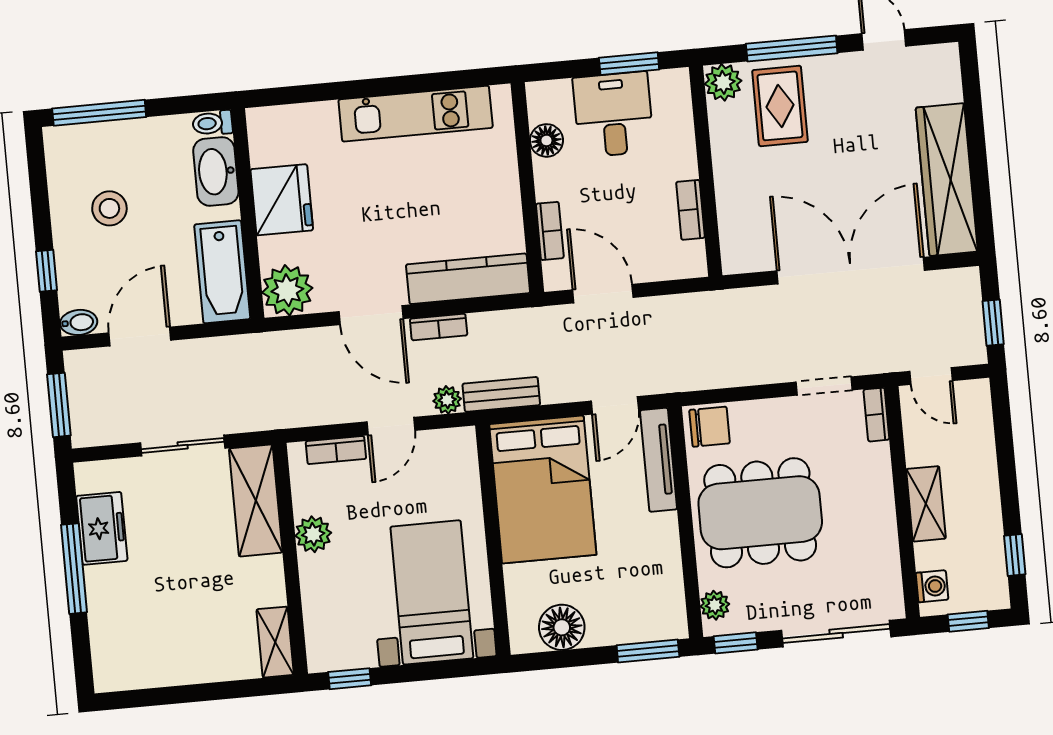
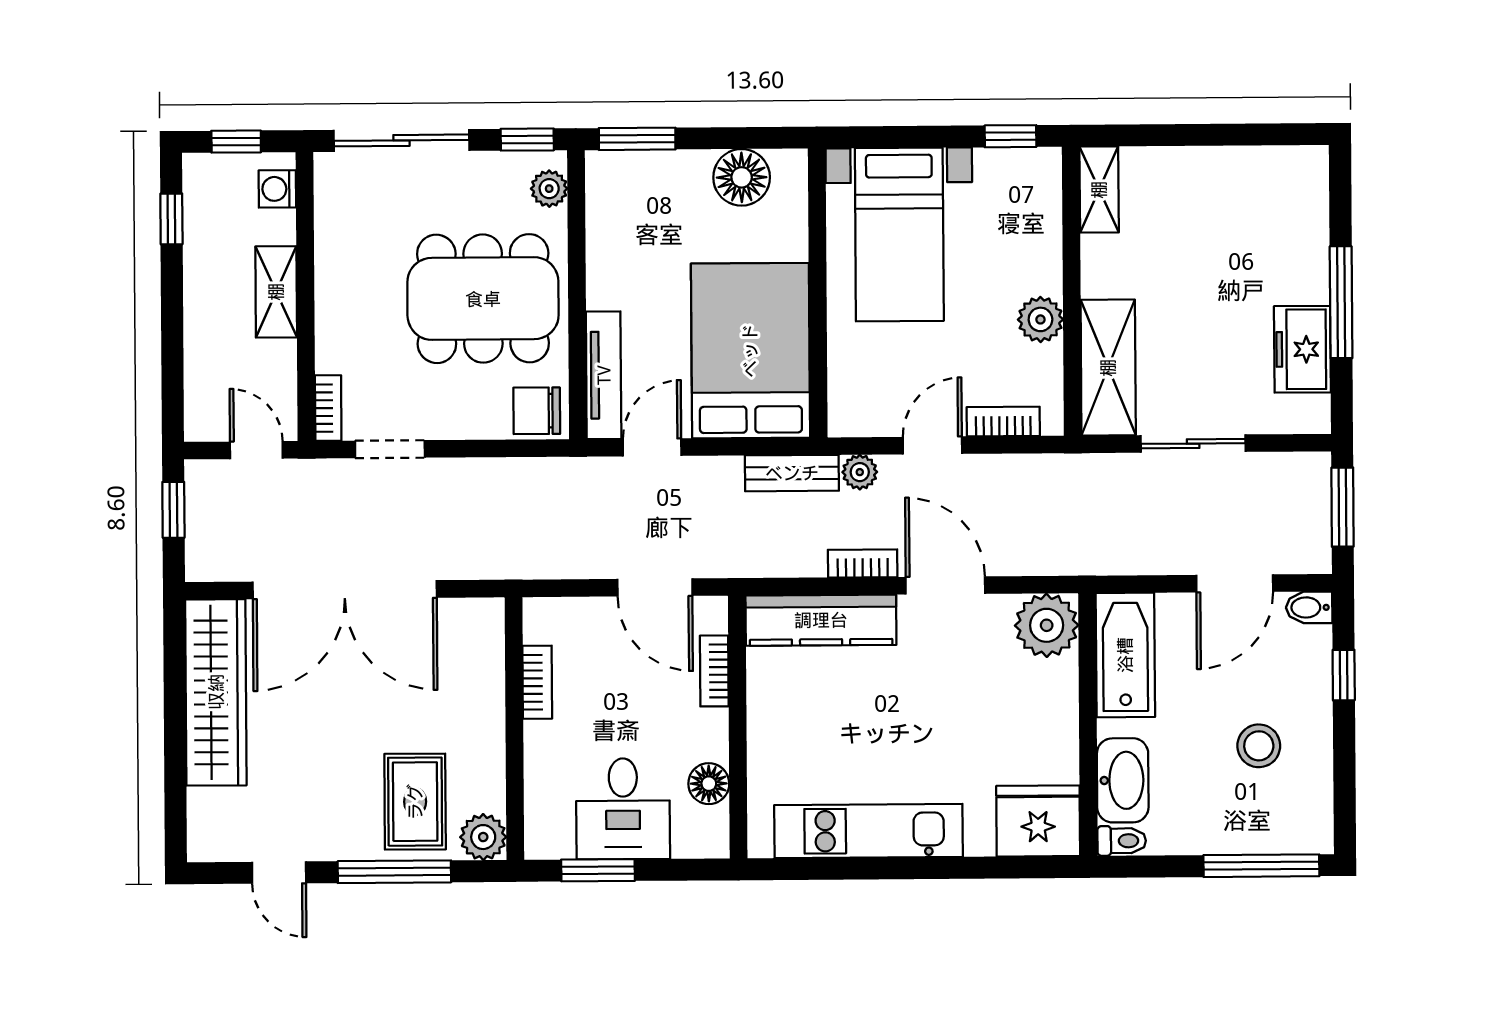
fridge: (282, 200) -> (1038, 821), moved, turned 90

